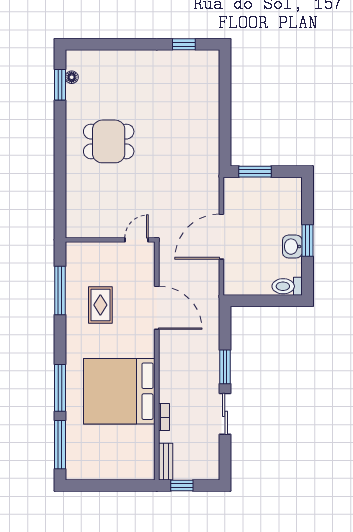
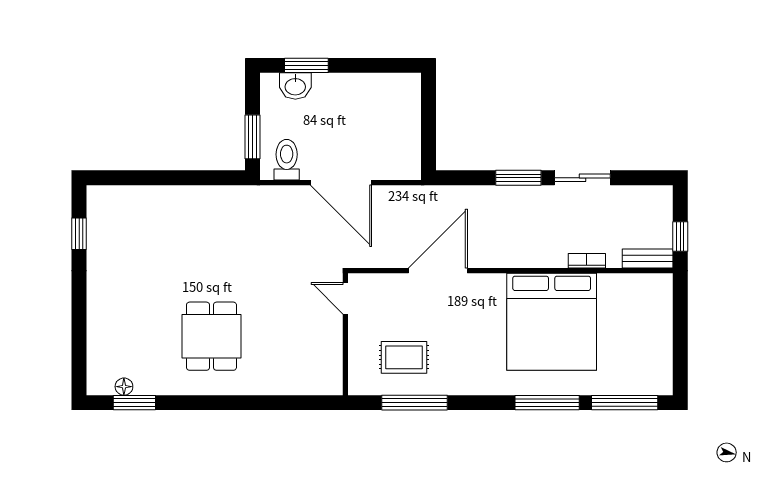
window: (307, 241) -> (306, 65), moved
washbasin: (292, 247) -> (295, 86), moved
toilet: (287, 286) -> (287, 160), moved, turned 180
rug: (100, 305) -> (404, 357), moved

